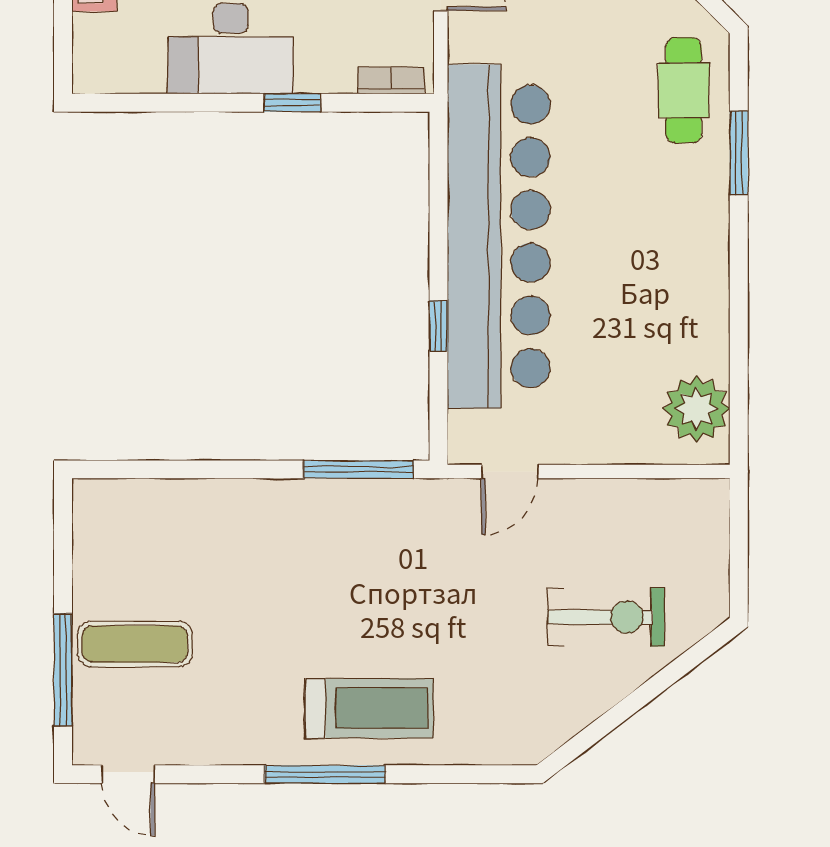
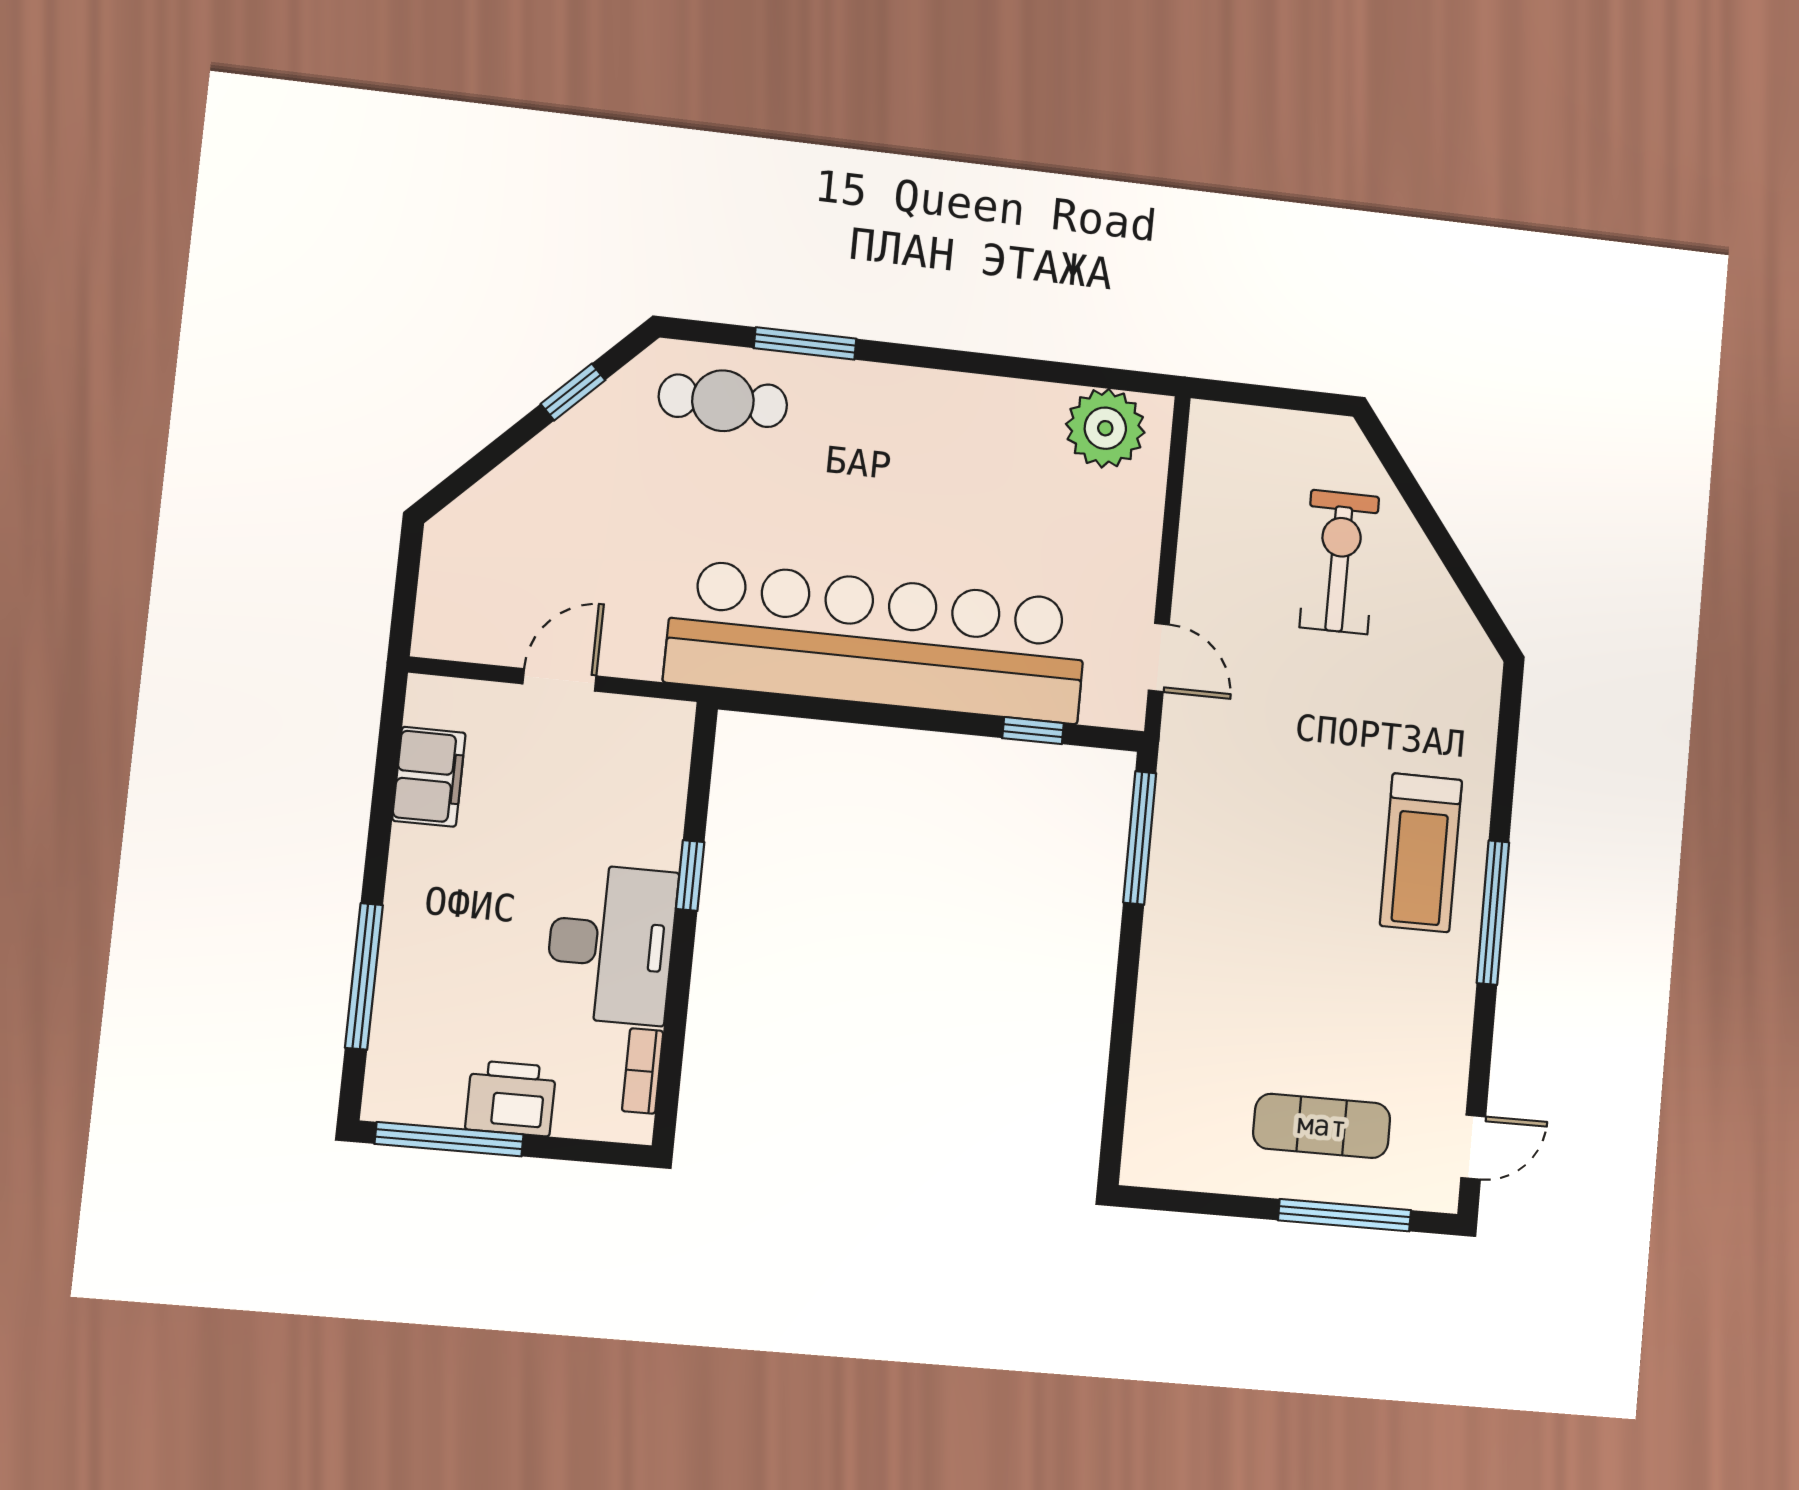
bookcase: (391, 80) -> (643, 1071), moved
window: (438, 326) -> (1033, 731), moved
exercise mat: (135, 644) -> (1322, 1126), turned 90
treadmill: (369, 708) -> (1421, 853), turned 180

